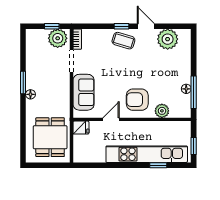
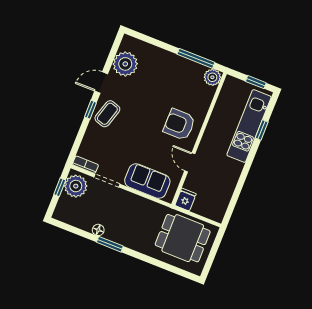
floor lamp: (186, 89) -> (189, 65), removed
floor lamp: (30, 94) -> (98, 230), moved
armchair: (137, 100) -> (179, 124), turned 90
plant: (162, 111) -> (212, 77), moved
kitchen unit: (147, 154) -> (249, 126), width x0.73

